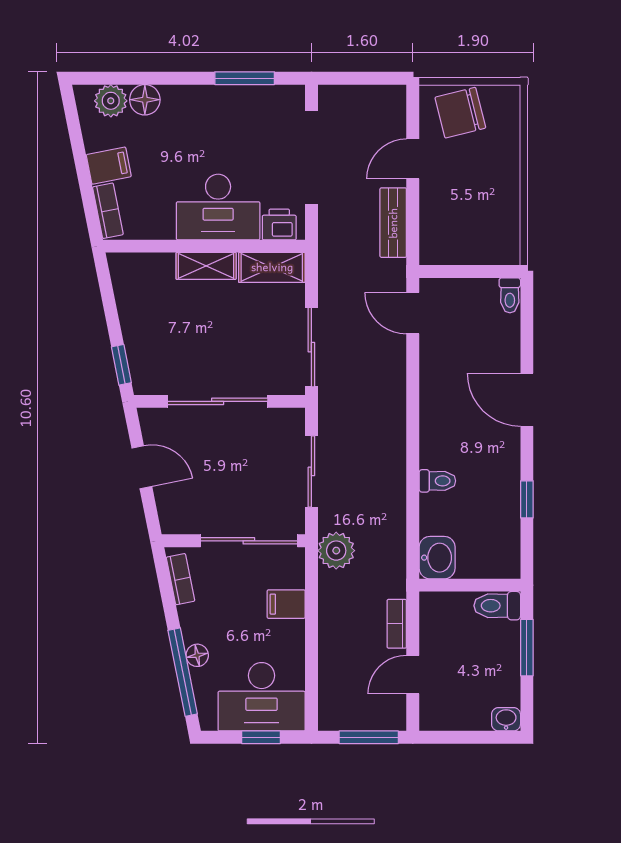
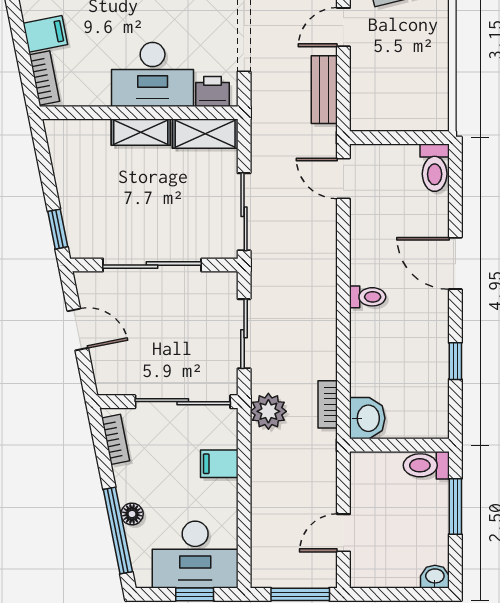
toilet: (510, 295) -> (435, 168), width x1.37, depth x1.39
toilet: (437, 481) -> (368, 297), moved
bookcase: (397, 624) -> (328, 404), moved

